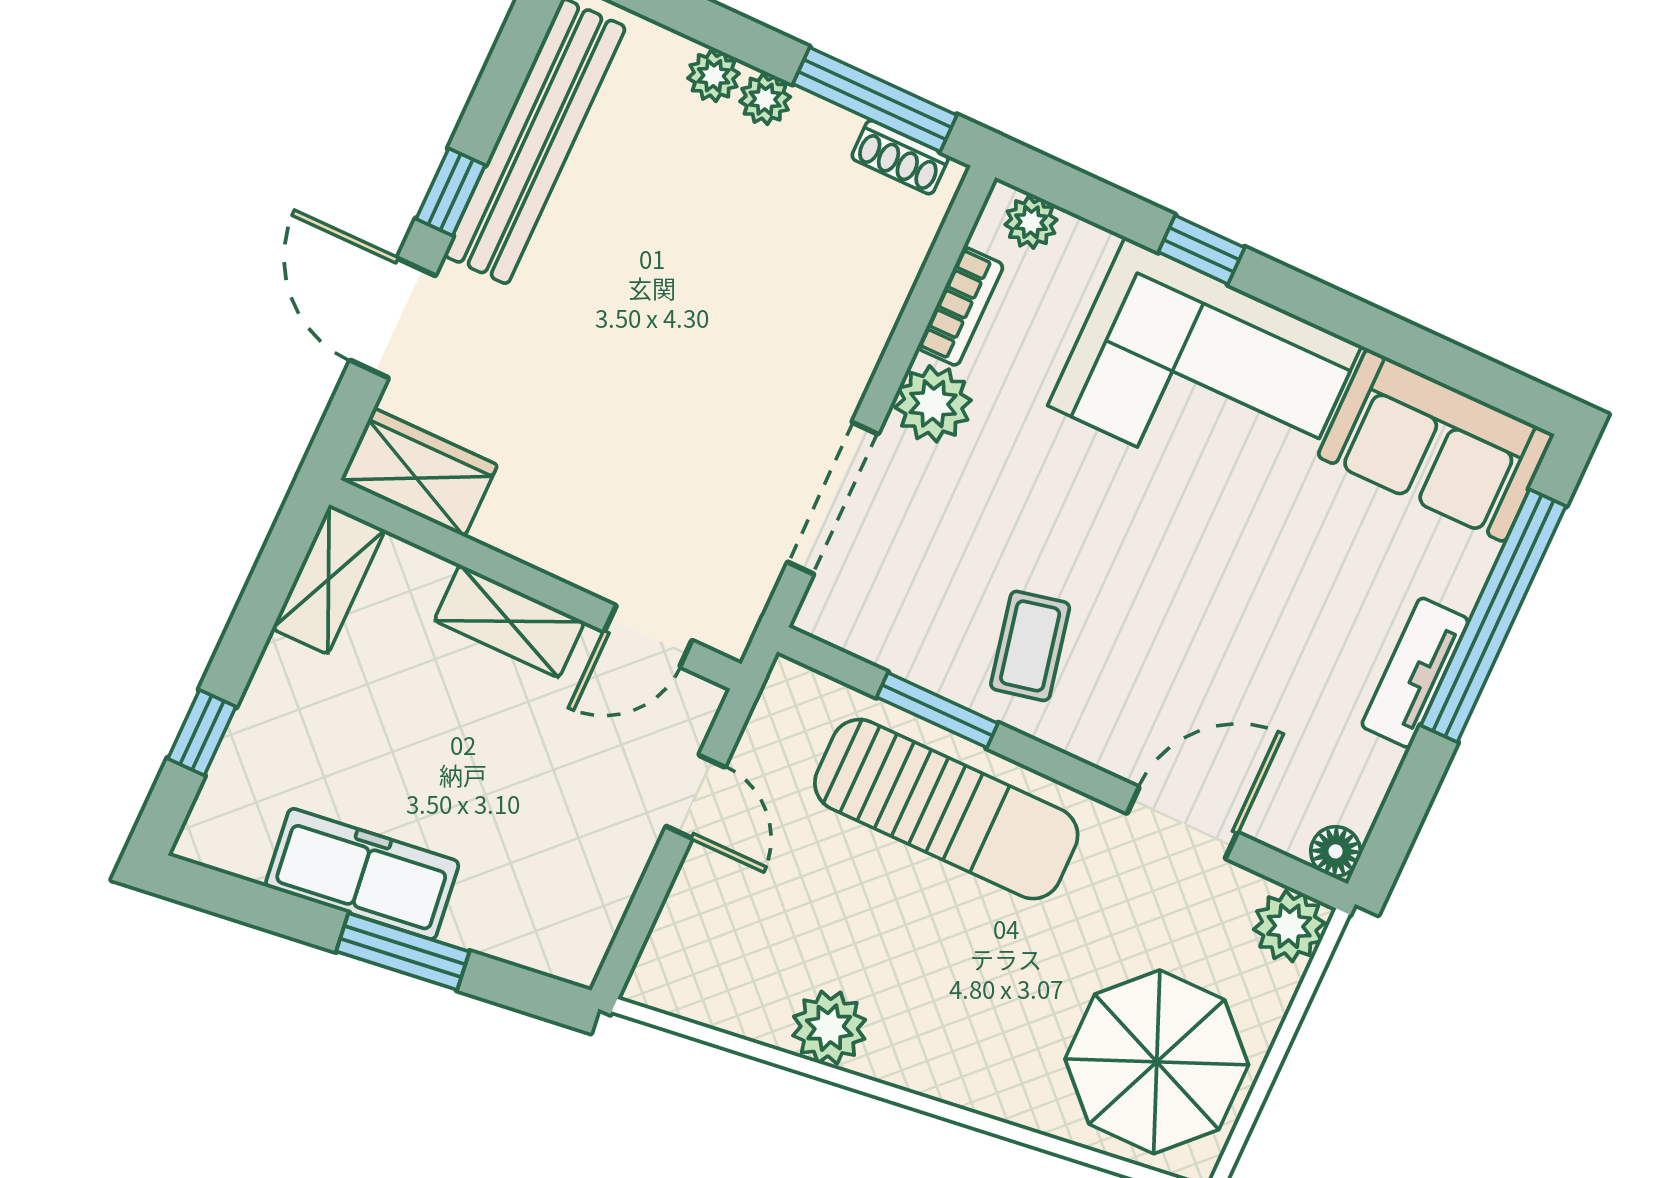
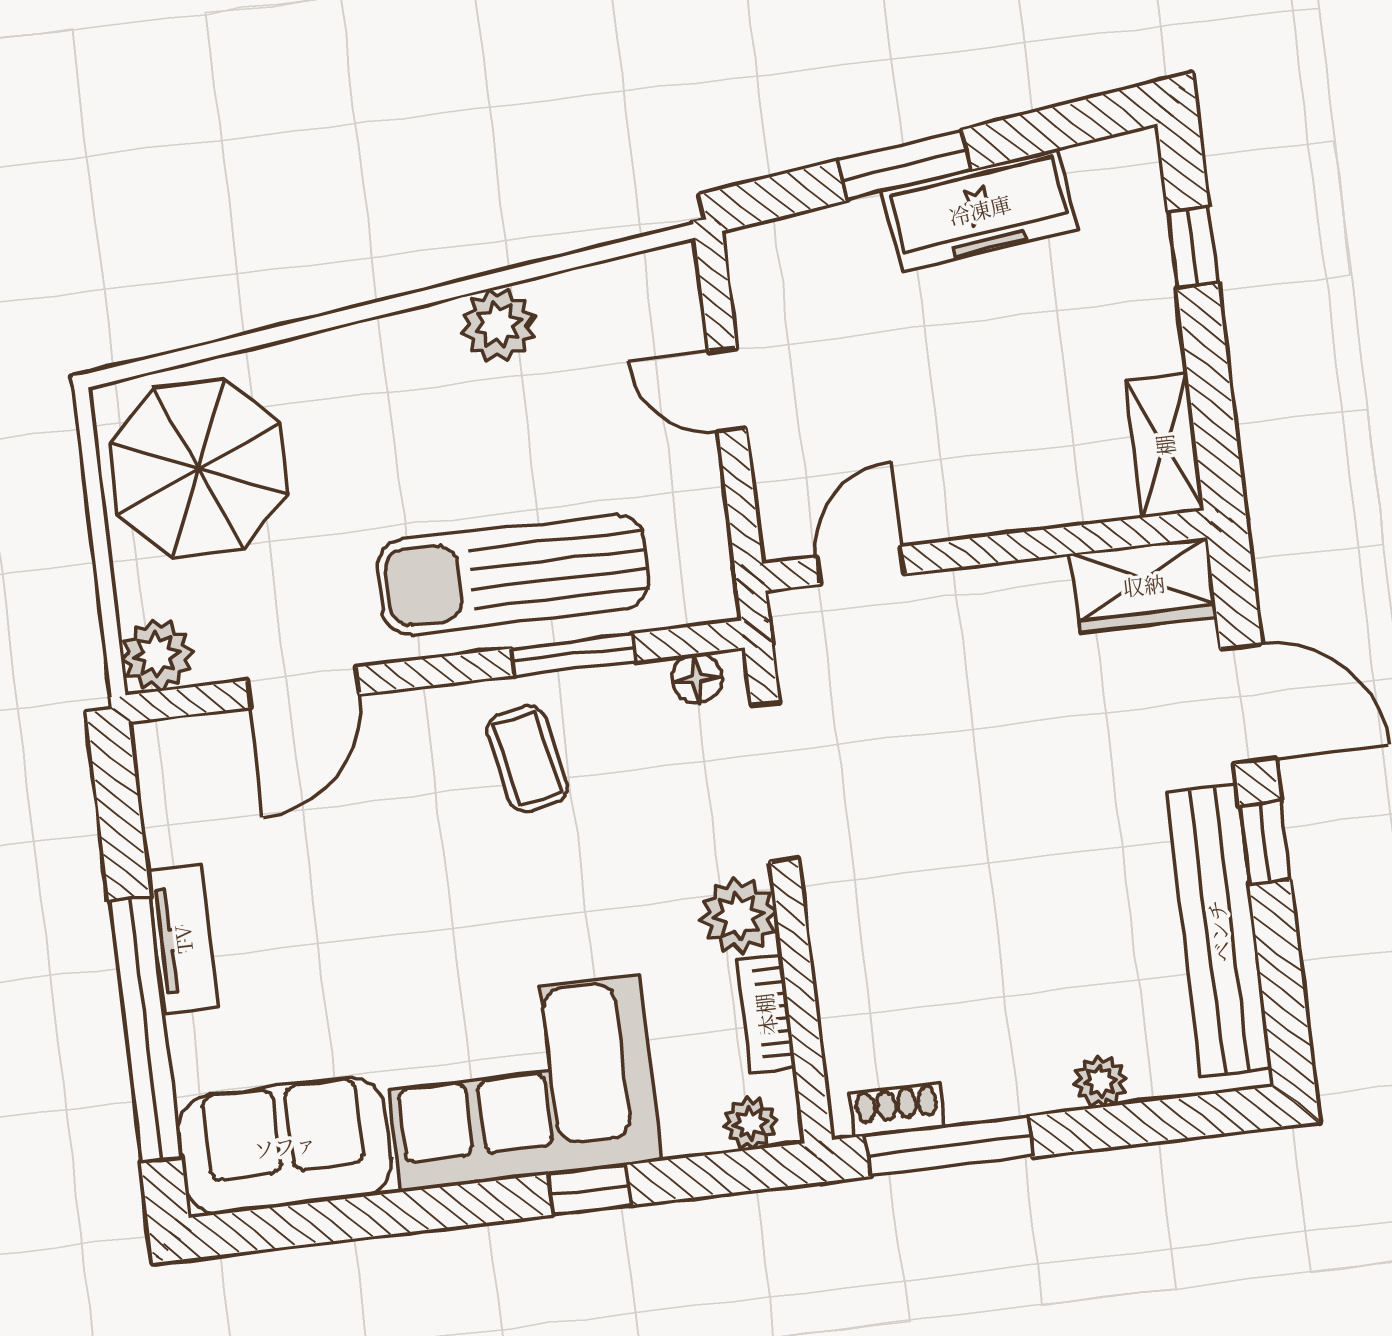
plant: (765, 99) -> (1044, 1089), removed
shelving: (509, 621) -> (988, 505), removed
door: (696, 797) -> (727, 390), moved
floor lamp: (1336, 851) -> (697, 678), moved

